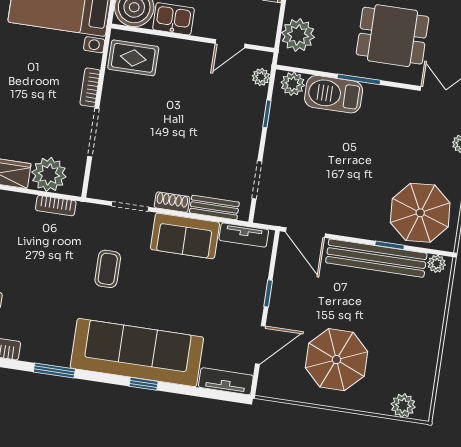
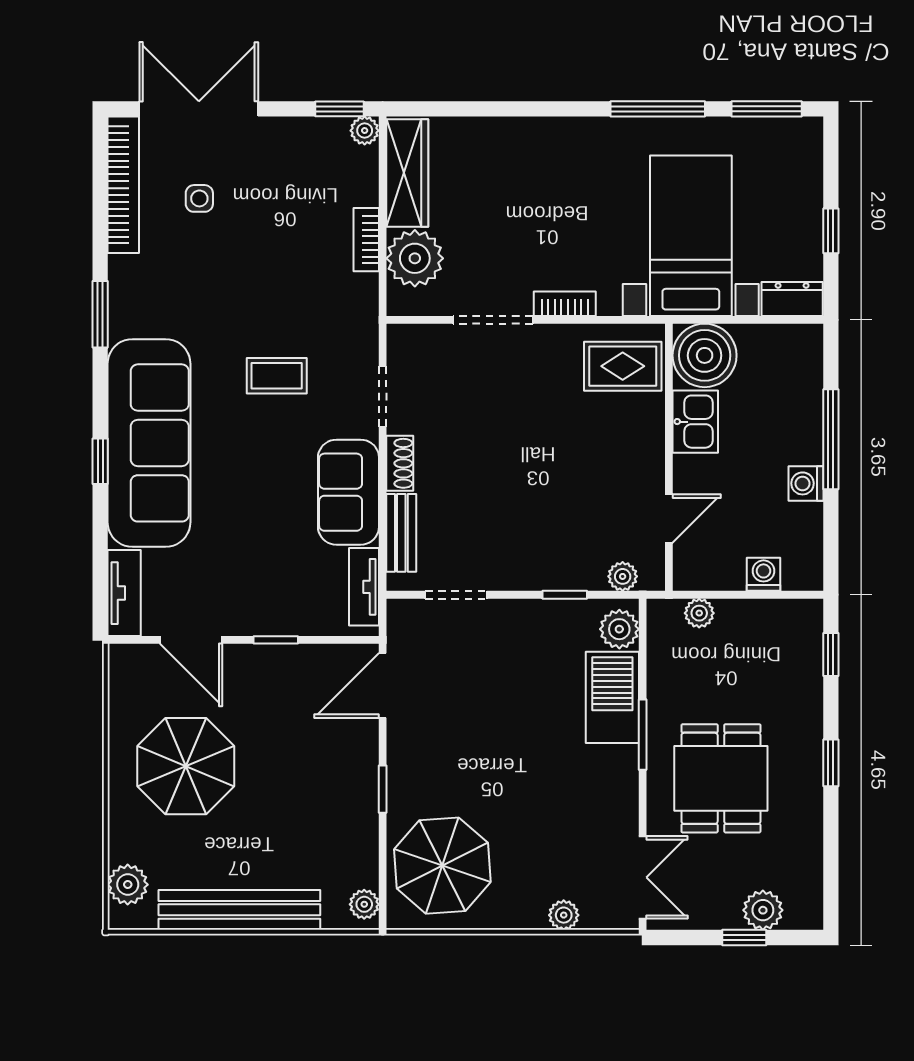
plant: (298, 35) -> (699, 613), width x0.53, depth x0.53
door: (230, 44) -> (669, 518), swing flipped
rug: (133, 58) -> (623, 366), turned 90
bookcase: (56, 206) -> (366, 240), moved
window: (390, 245) -> (383, 789), moved
bench: (376, 258) -> (239, 910), moved, turned 90

